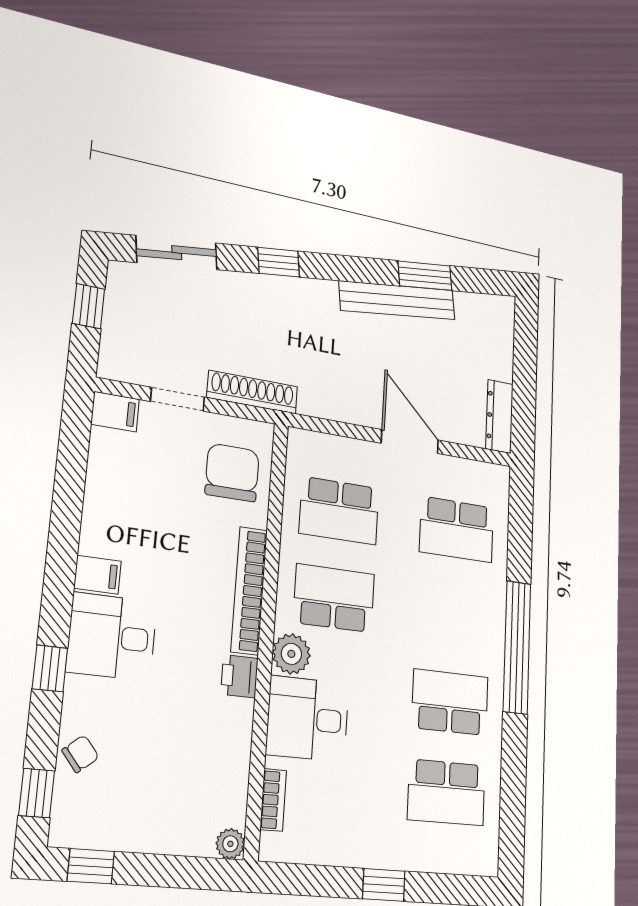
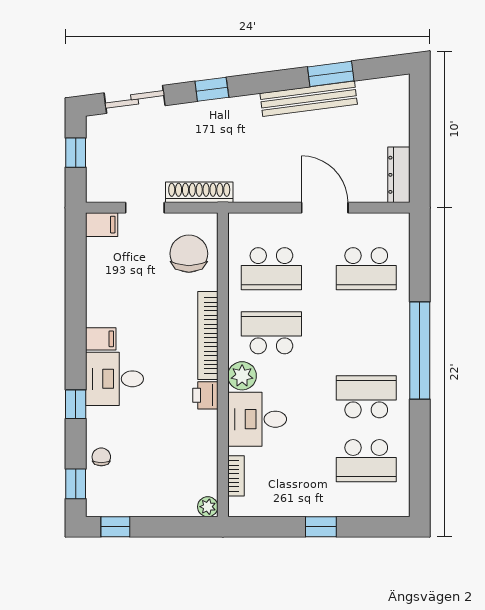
chair: (80, 754) -> (101, 457), turned -51

